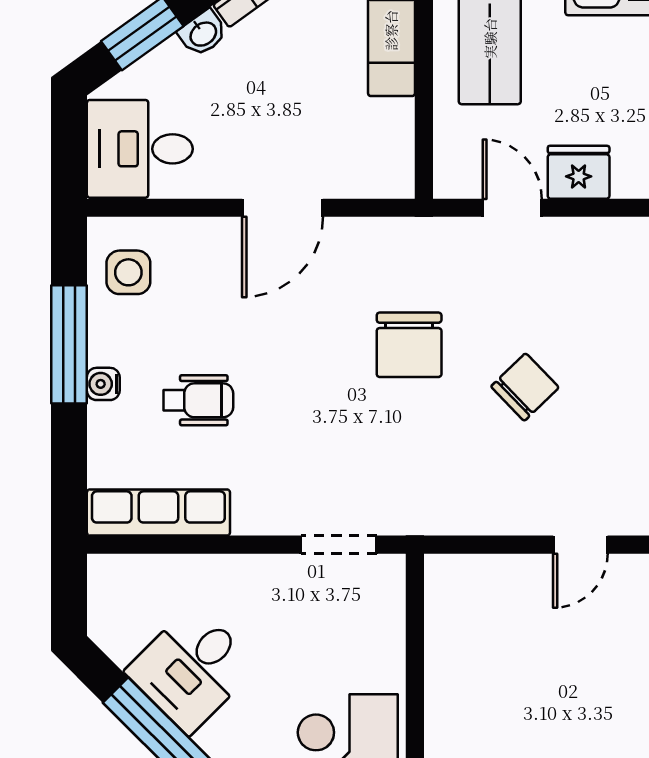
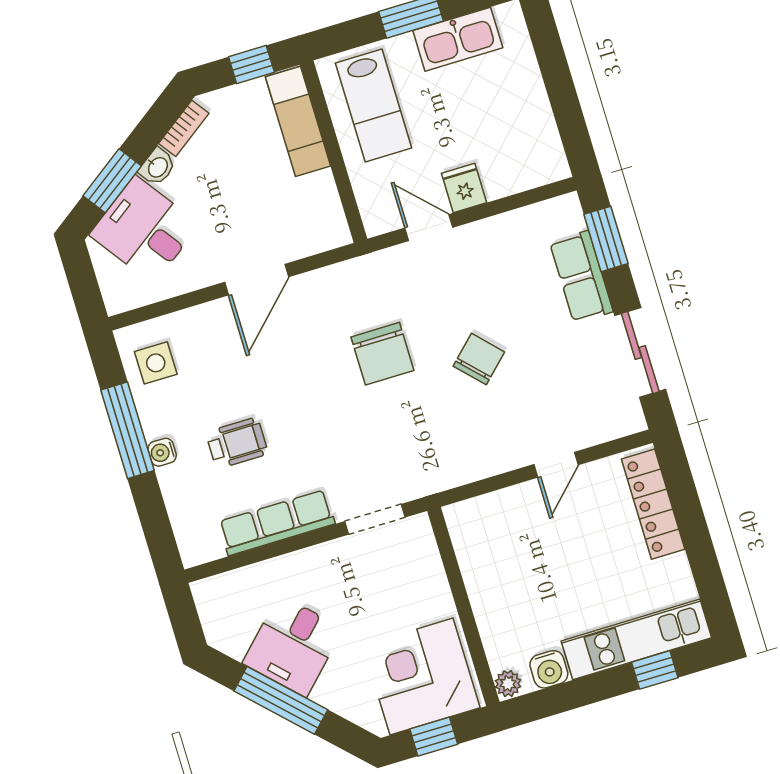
desk: (140, 149) -> (144, 230), moved, turned 54
fridge: (579, 172) -> (464, 188), width x0.72
row of seats: (158, 512) -> (277, 523), moved

